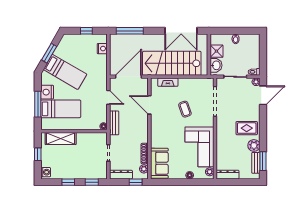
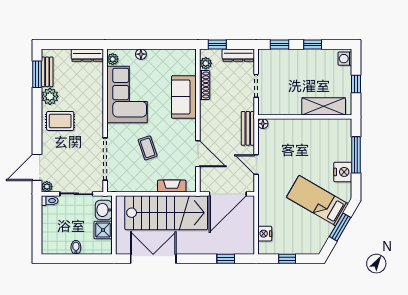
window: (130, 31) -> (226, 259), width x0.46
bed: (61, 109) -> (324, 148), removed
sofa: (159, 163) -> (184, 97), moved

